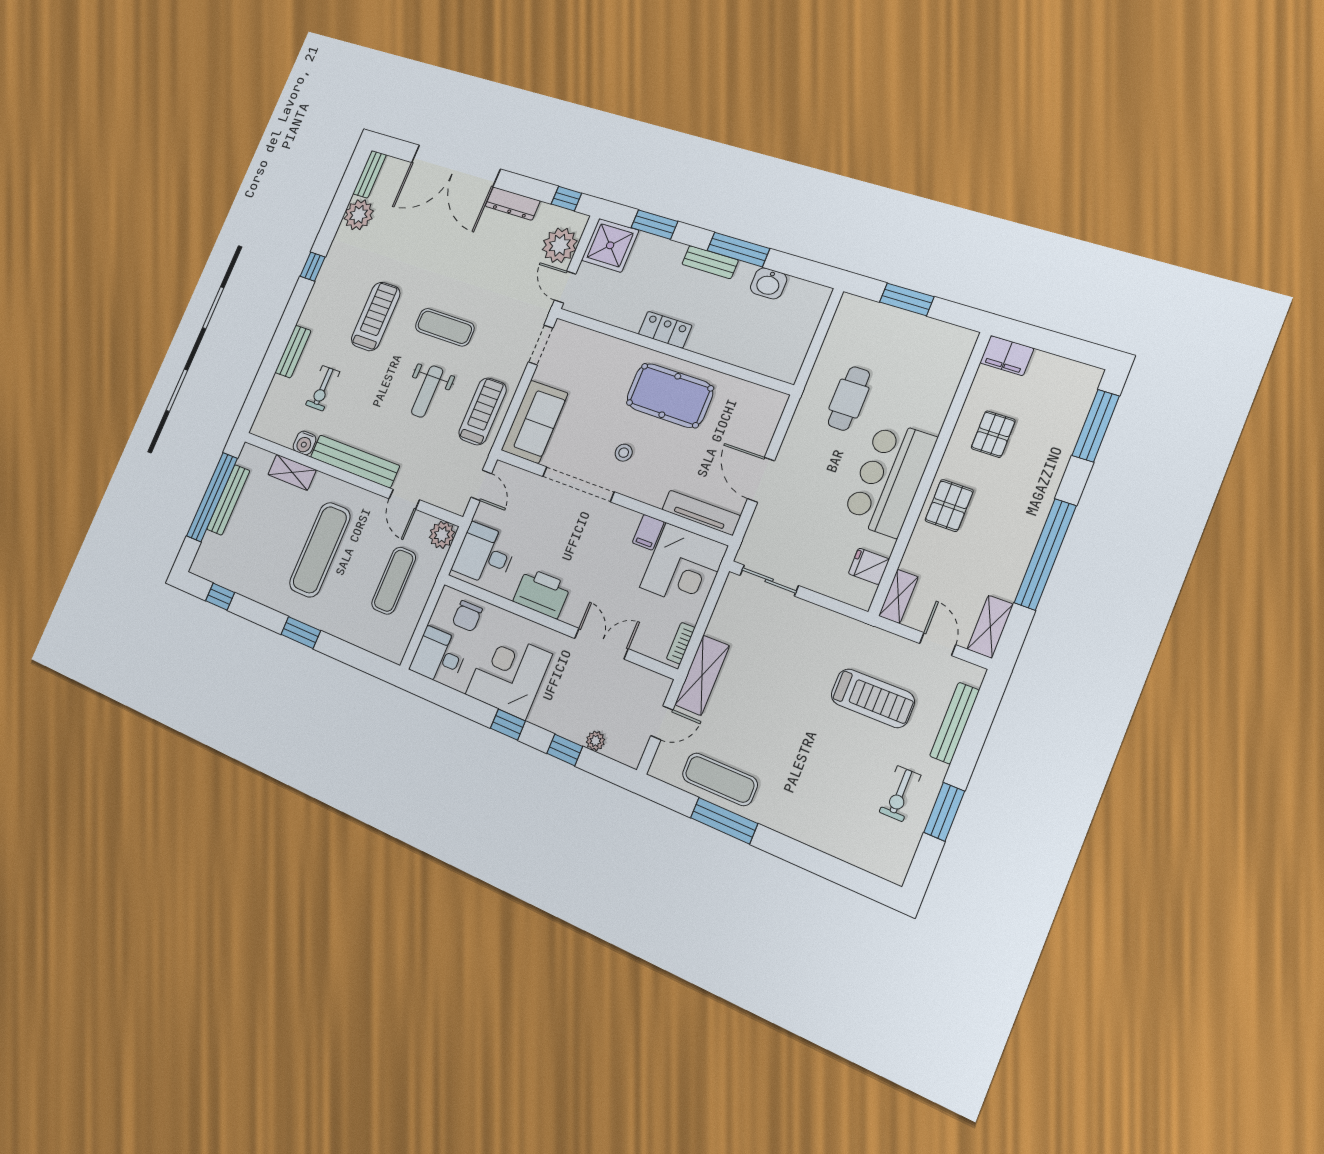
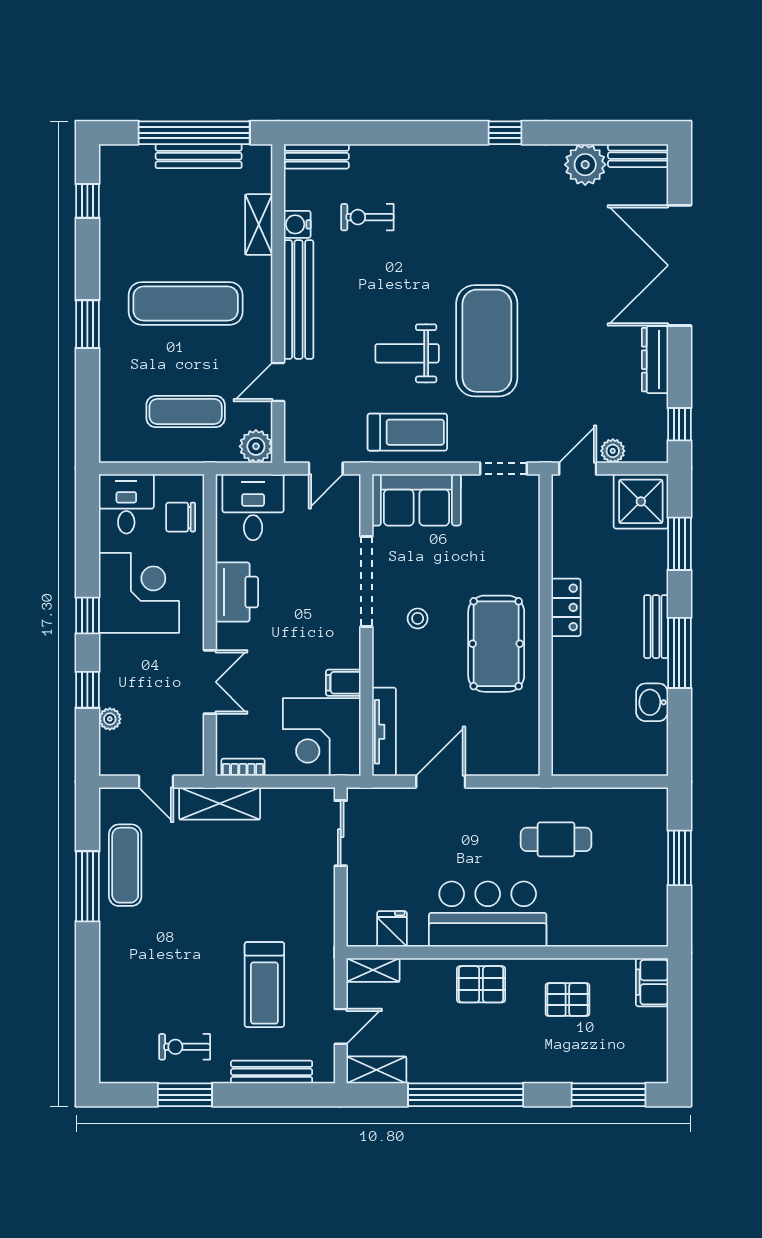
plant: (560, 245) -> (613, 451), width x0.53, depth x0.53
treadmill: (376, 316) -> (472, 246), removed
exercise mat: (445, 327) -> (487, 341), width x2.00, depth x1.45
bench: (293, 352) -> (317, 156), moved

